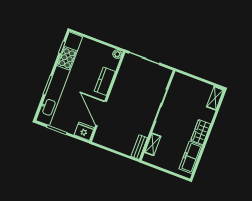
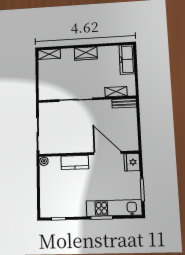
kitchen unit: (59, 79) -> (114, 208), width x0.54
door: (101, 113) -> (107, 153), swing flipped
freezer: (191, 157) -> (127, 59), moved, turned 90

